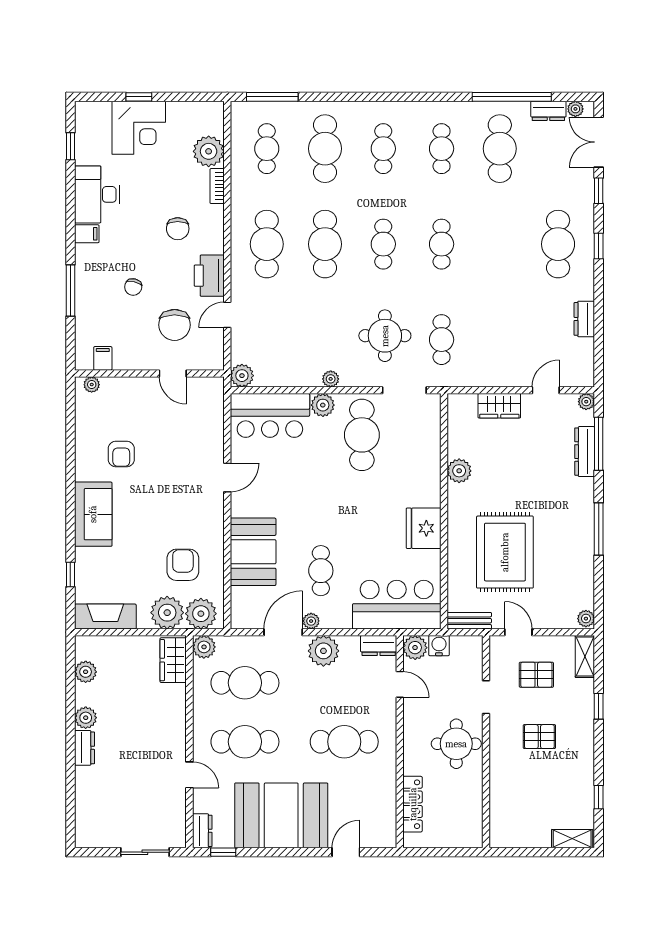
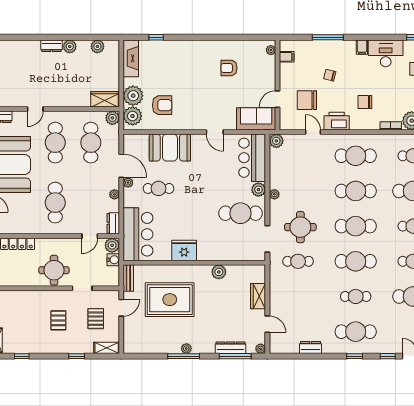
cafe table: (383, 244) -> (356, 226), width x1.37, depth x1.35
cafe table: (442, 244) -> (356, 261), width x1.37, depth x1.35
cafe table: (500, 244) -> (356, 296), added
sofa: (93, 514) -> (256, 119), moved, turned 180
plant: (586, 619) -> (186, 348), moved
plant: (323, 651) -> (114, 194), width x0.53, depth x0.53

